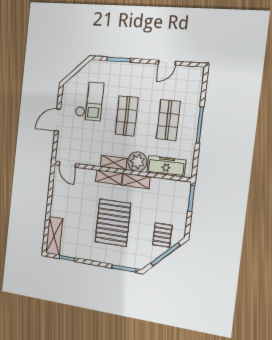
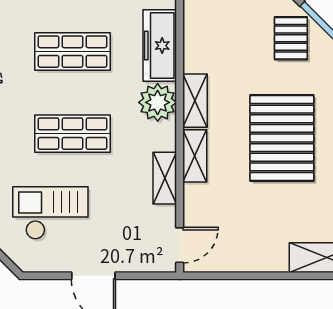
shelving: (114, 162) -> (165, 178), moved
pallet: (113, 223) -> (282, 138), turned 90
pallet: (162, 235) -> (291, 38), turned 90

